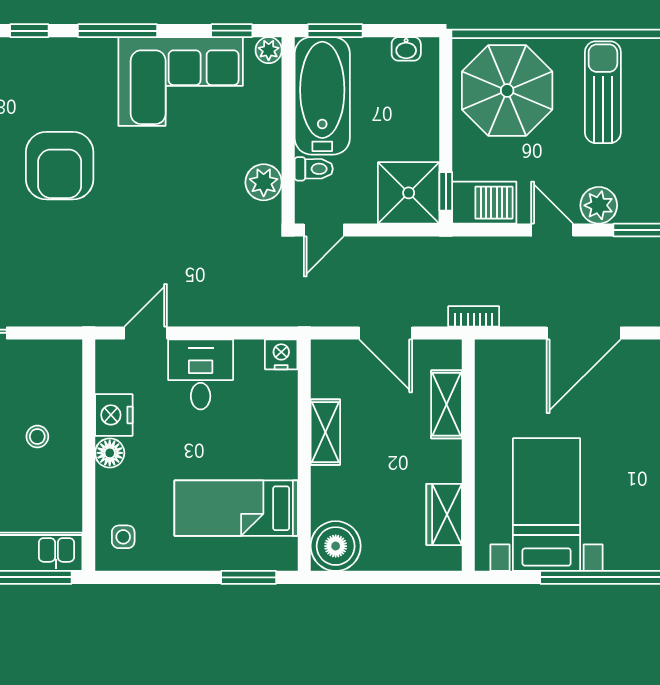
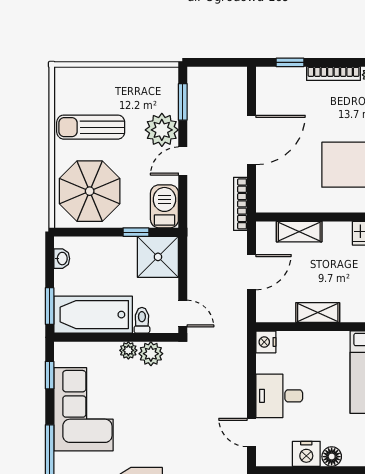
plant: (269, 50) -> (128, 350), moved
window: (446, 191) -> (136, 232), moved
plant: (599, 205) -> (162, 130), width x1.36, depth x1.36
bookcase: (474, 316) -> (240, 204), width x1.56
door: (584, 333) -> (252, 140), hinge flipped

